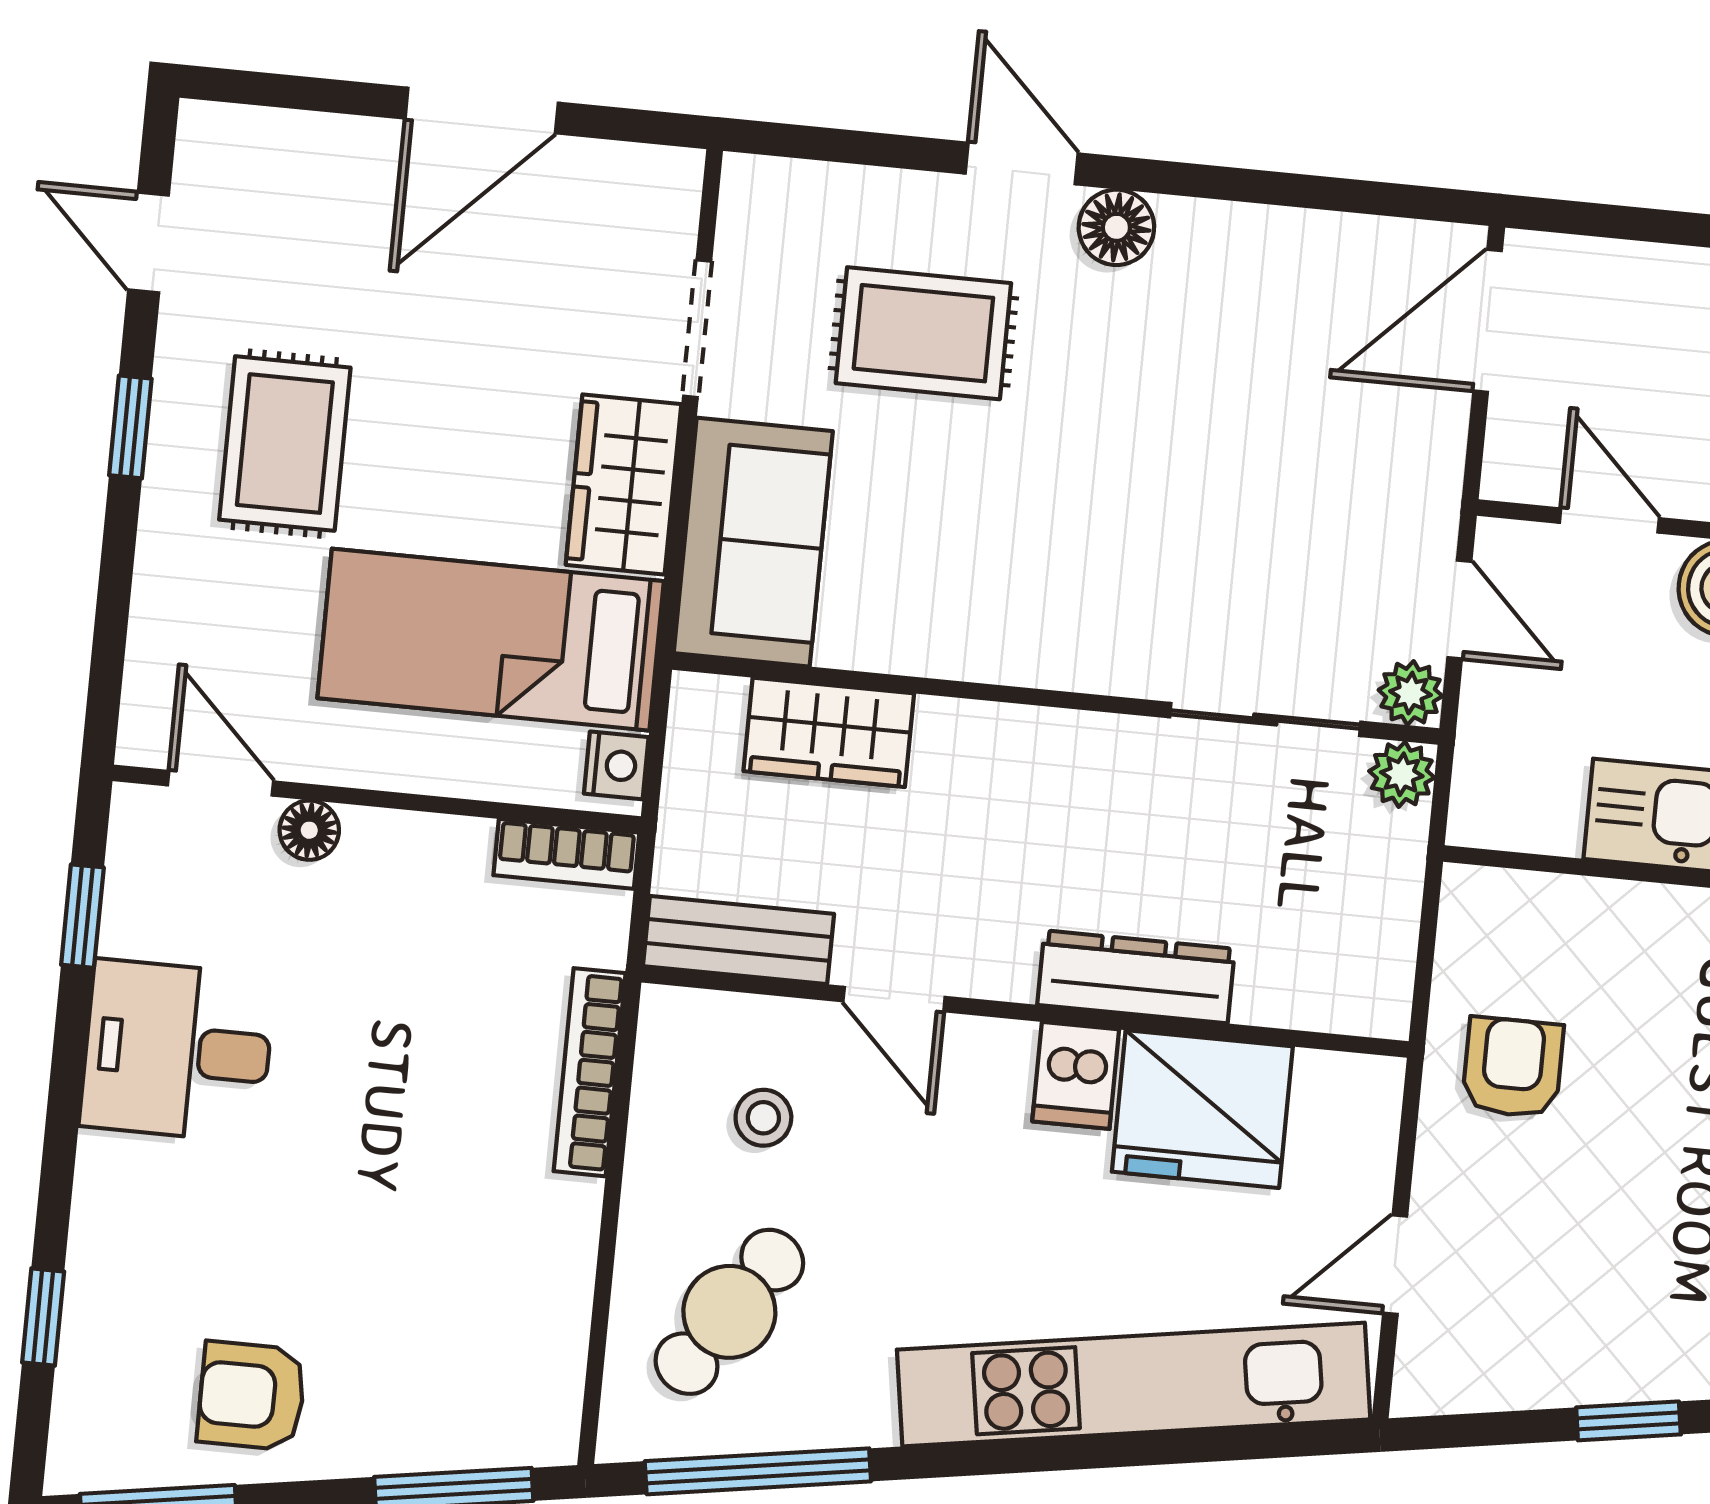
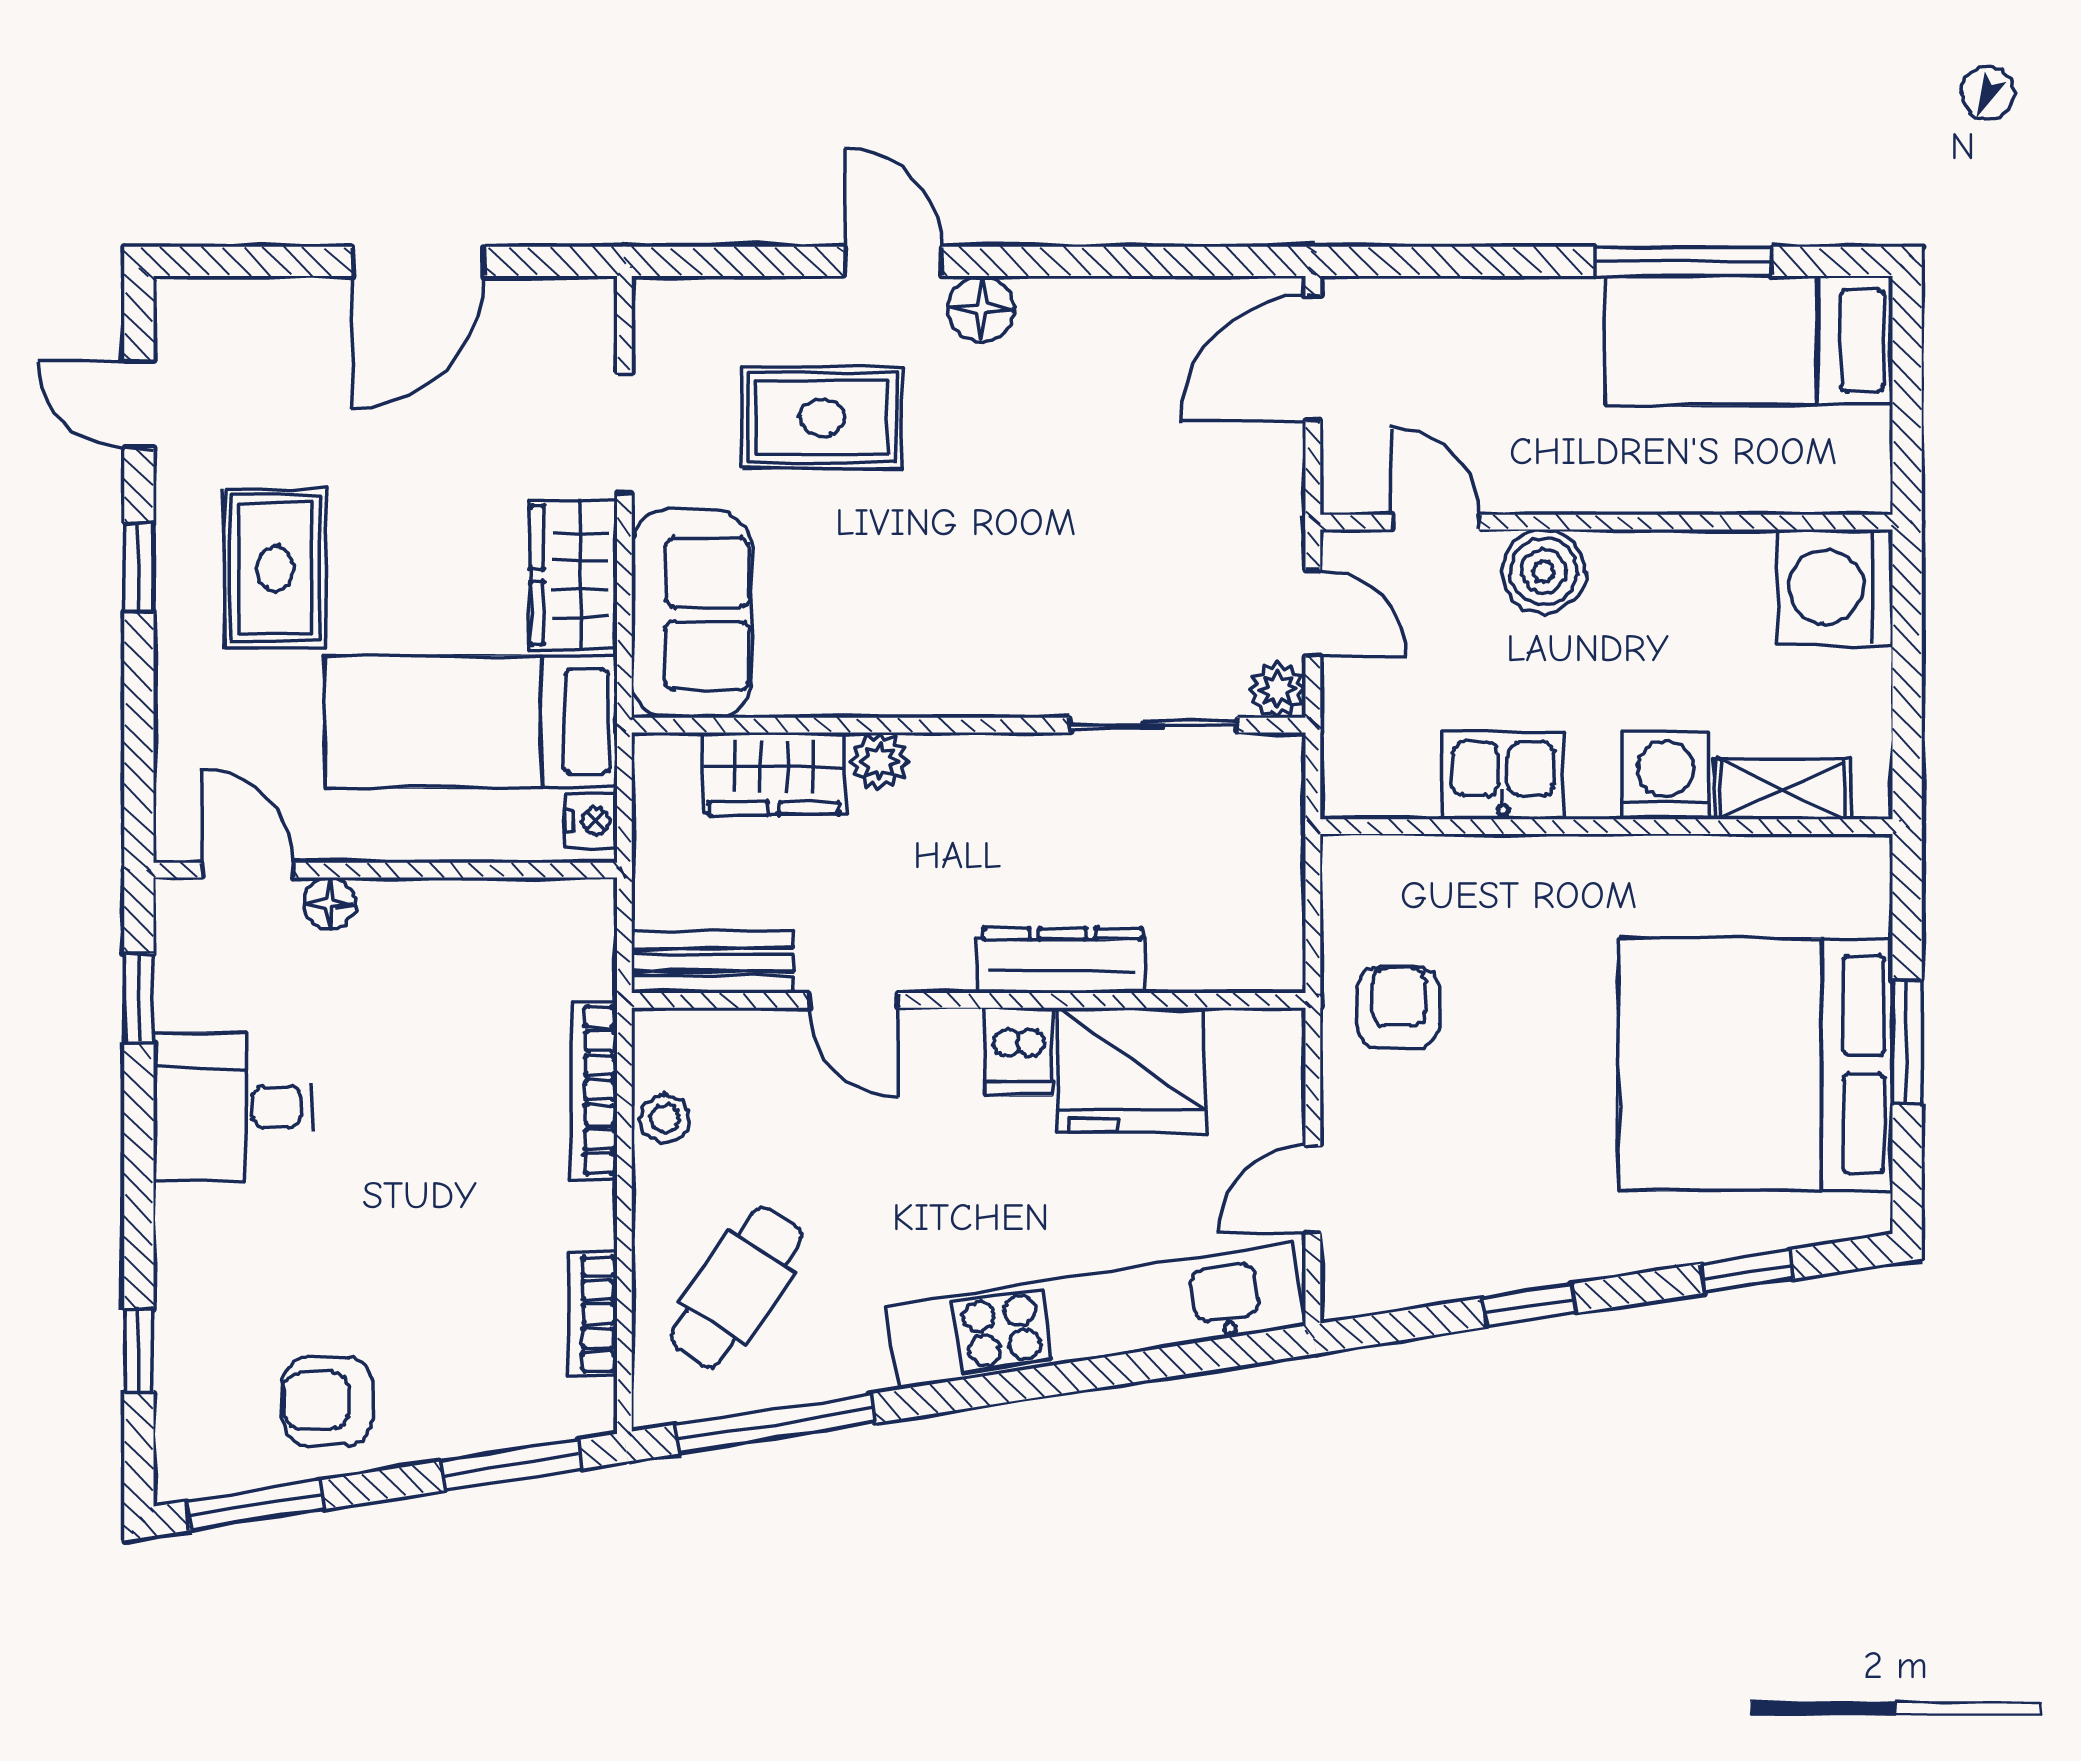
plant: (1402, 774) -> (879, 761), moved
bookcase: (566, 854) -> (592, 1314), moved, turned 90
stool: (763, 1118) -> (665, 1118), moved

